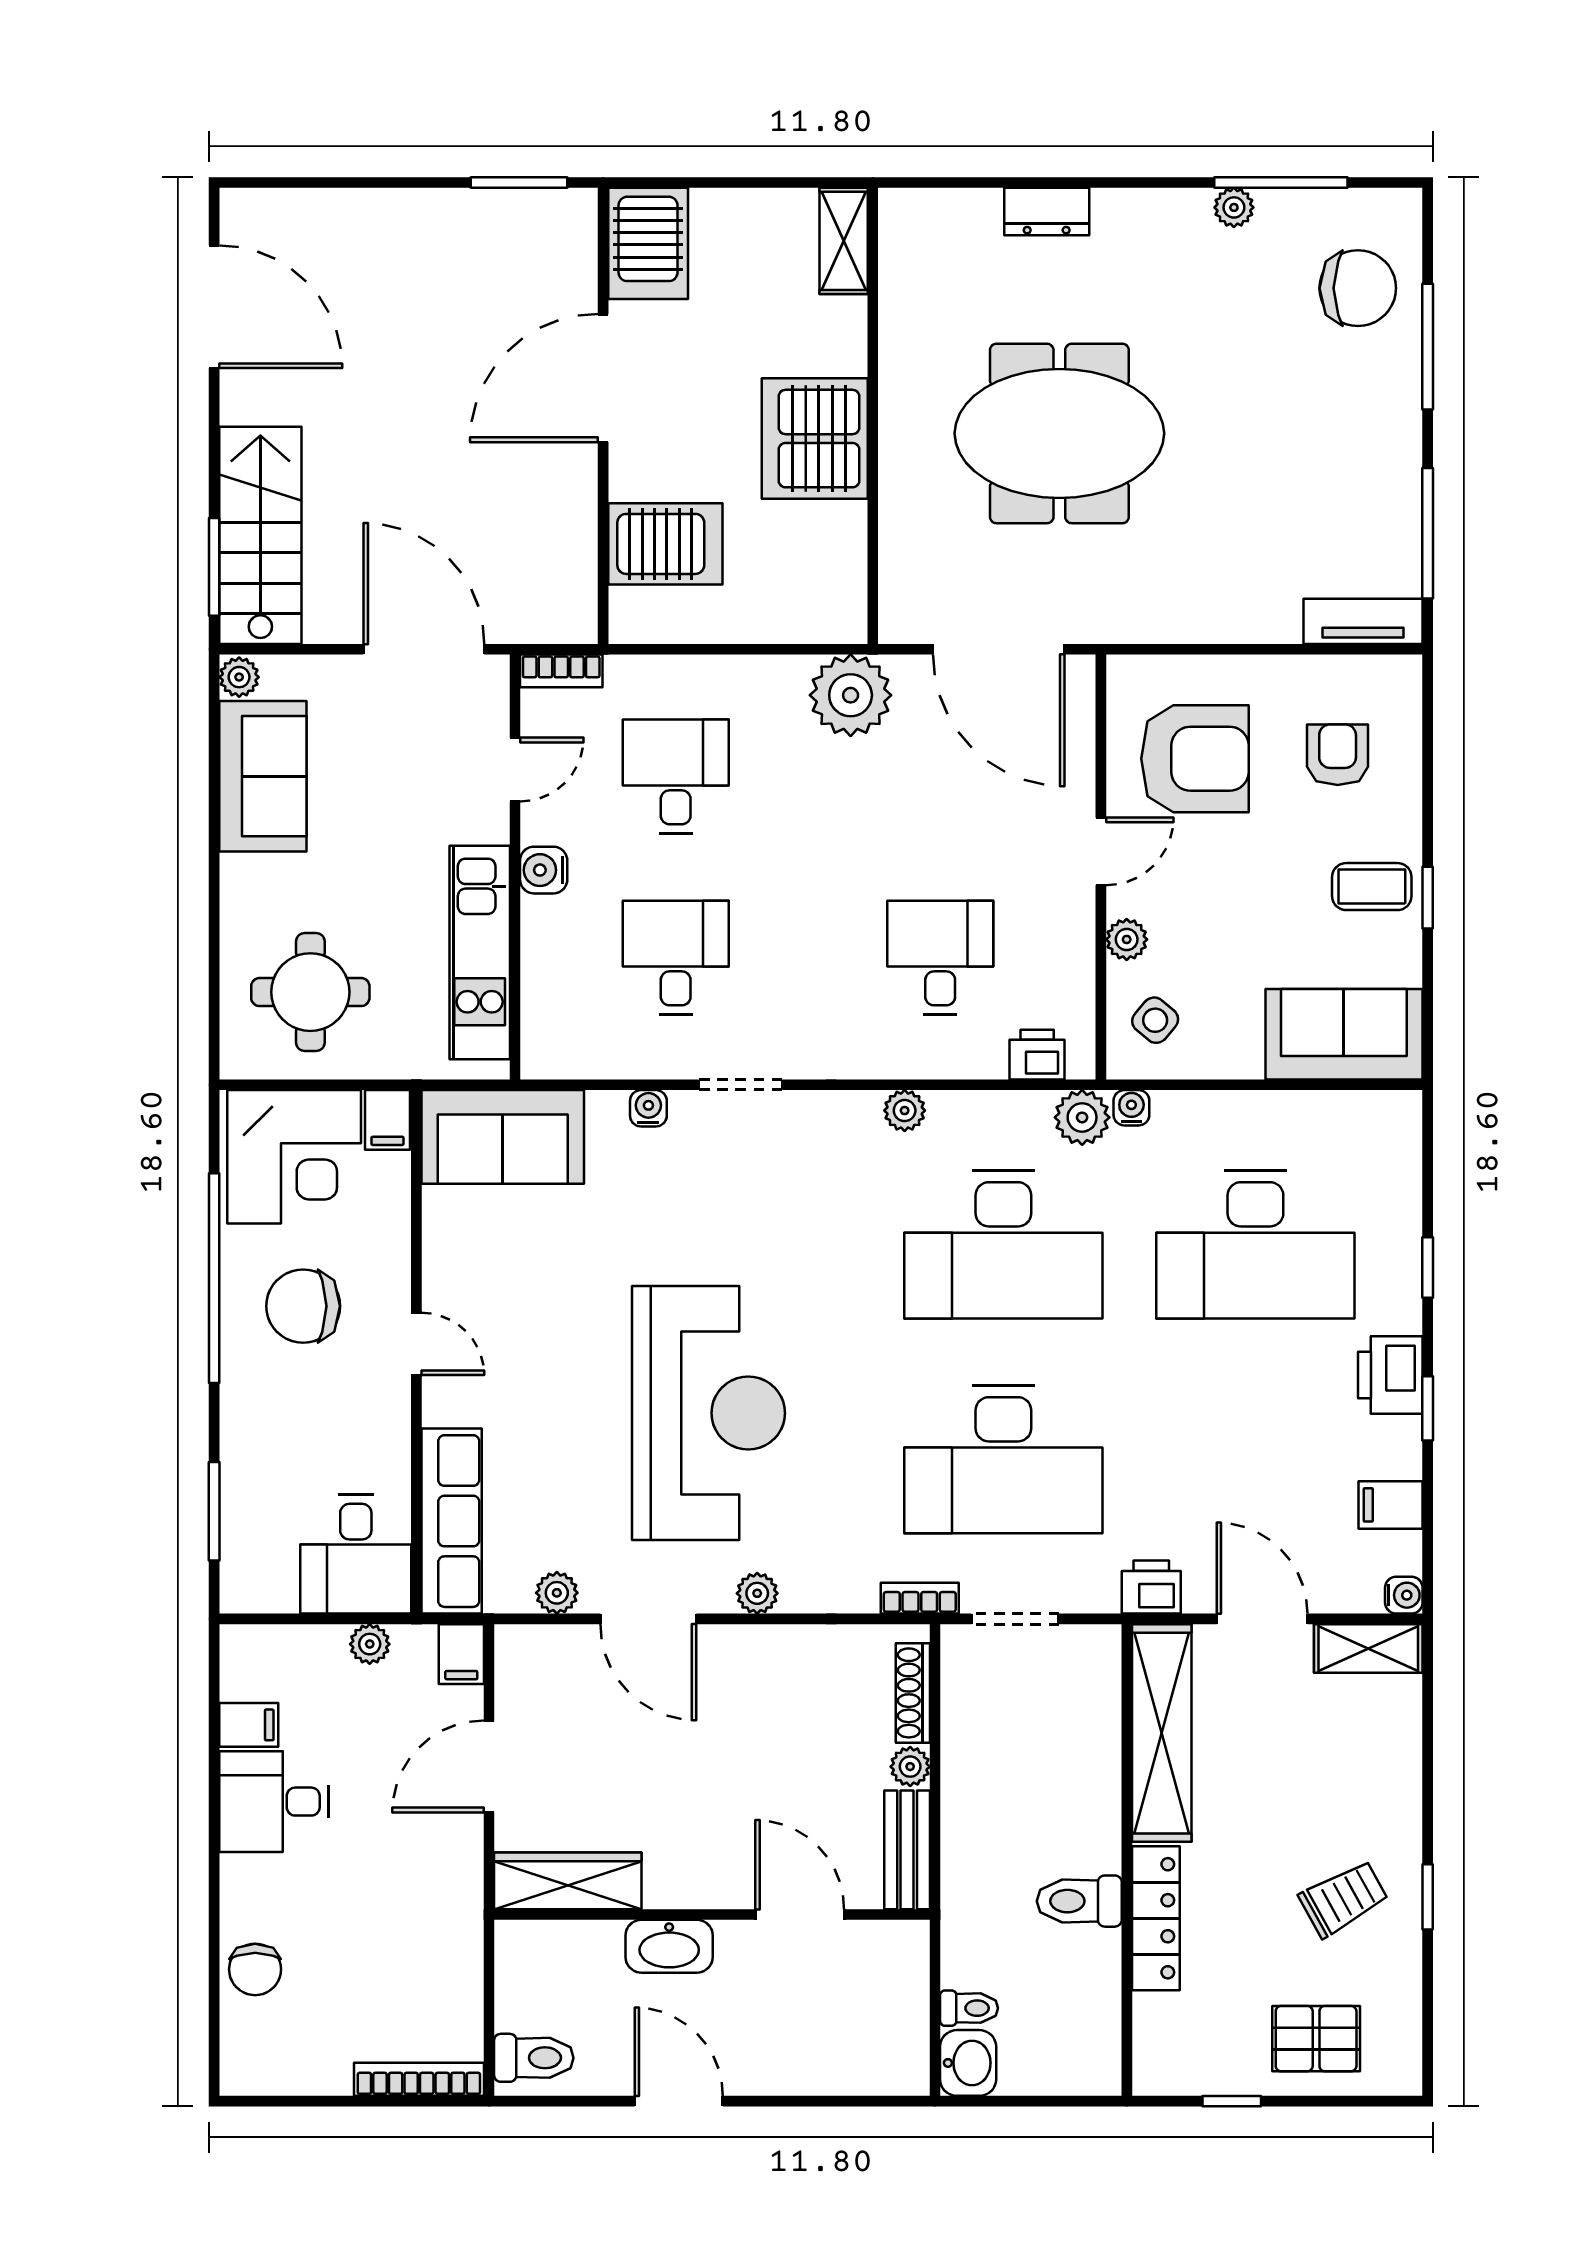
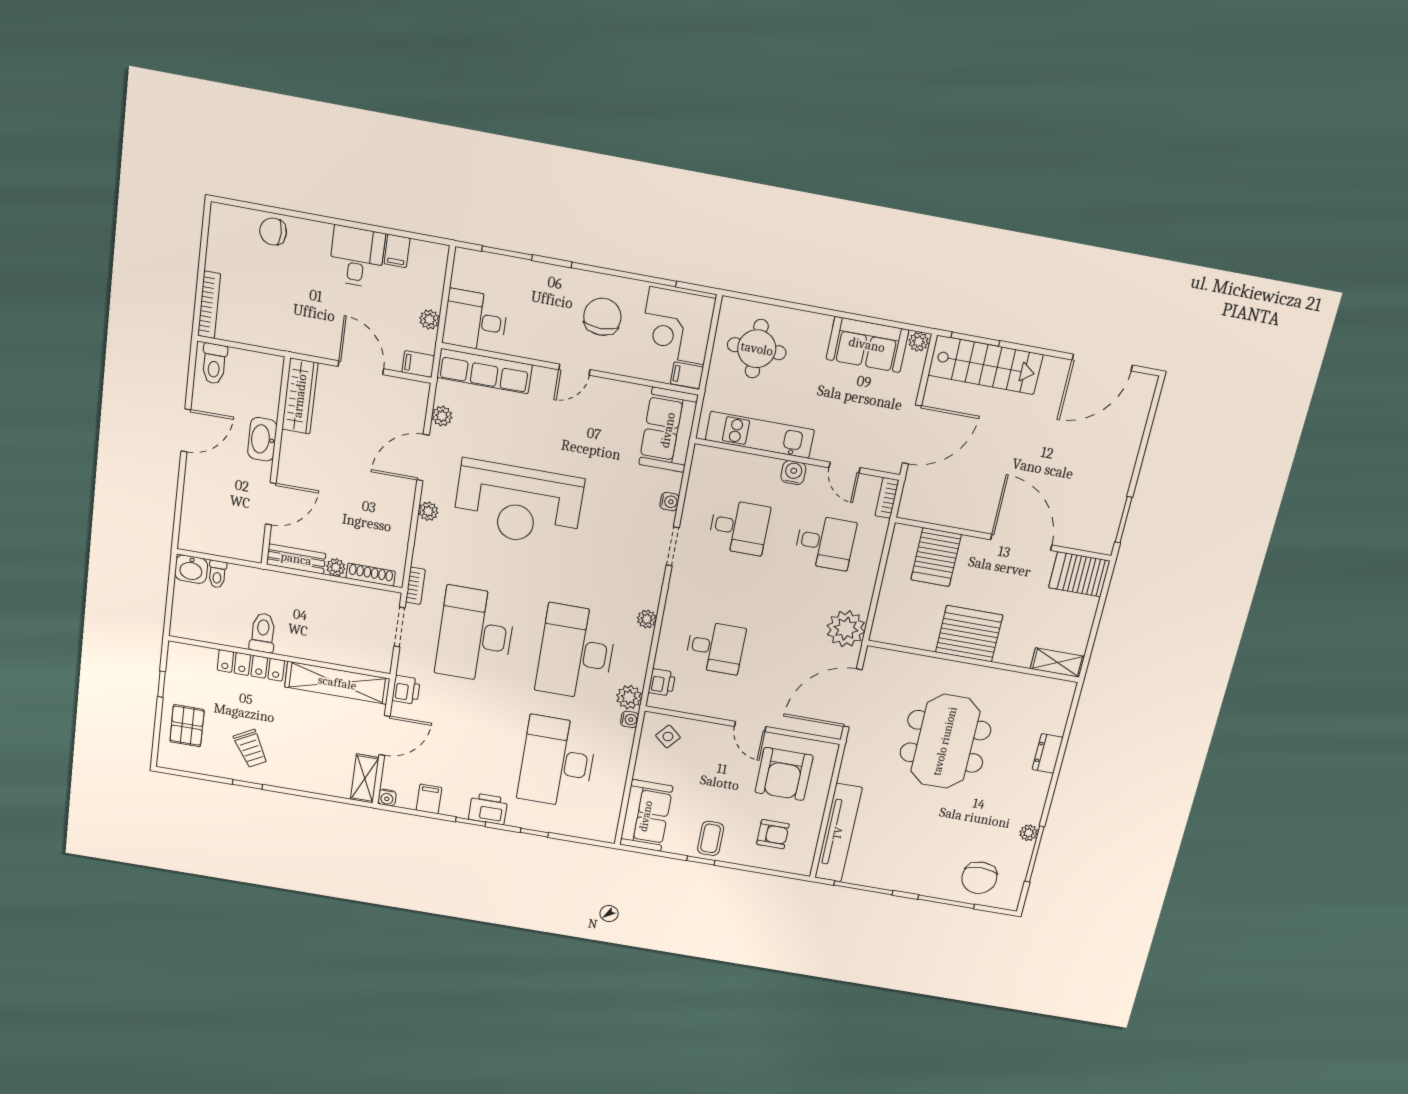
tv unit: (1363, 621) -> (838, 833), width x1.92, depth x1.29
plant: (1127, 939) -> (707, 731), removed

